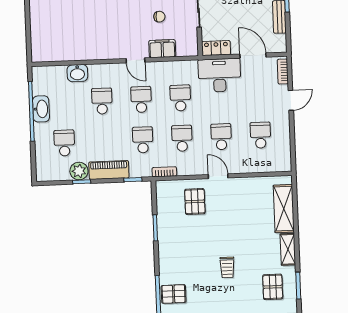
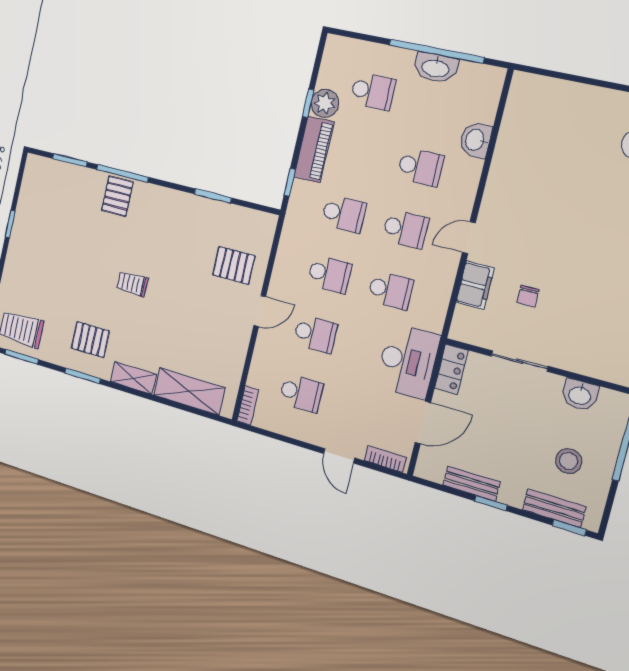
bookcase: (164, 172) -> (248, 405), moved

